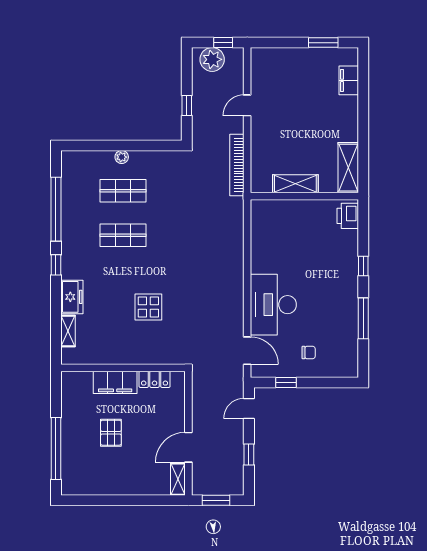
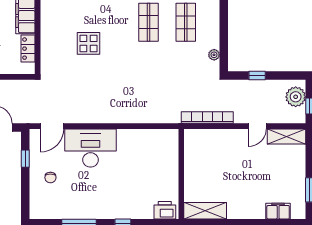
door: (247, 105) -> (257, 126), swing flipped
plant: (122, 157) -> (214, 55), moved
shelving: (295, 184) -> (287, 137), moved, turned 90

